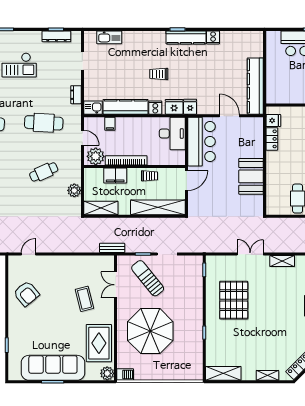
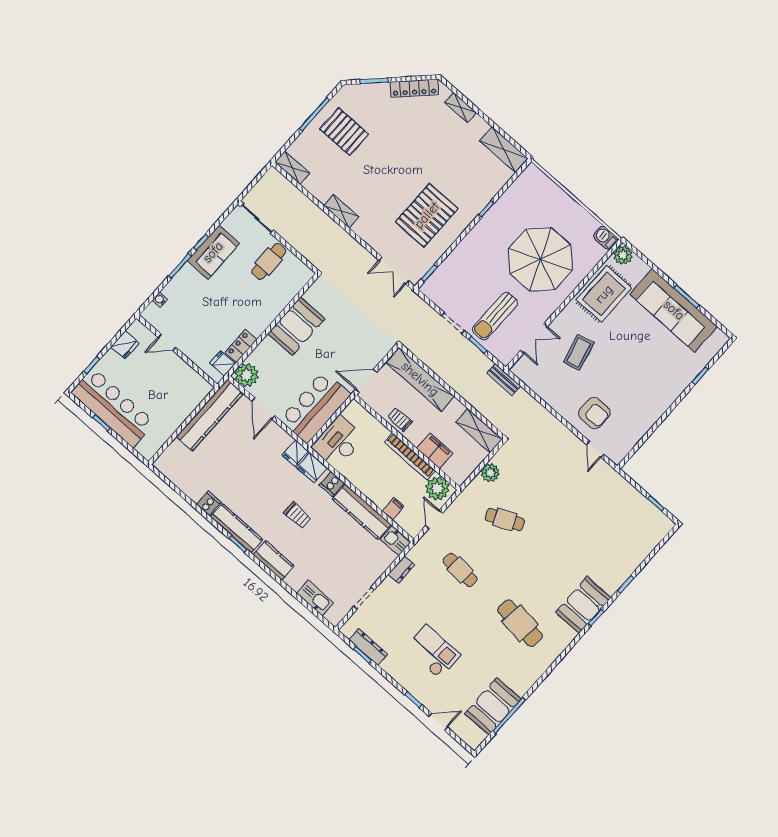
kitchen counter: (150, 38) -> (274, 560), added
cafe table: (44, 123) -> (460, 570), width x0.73, depth x0.74
plant: (255, 126) -> (247, 375), added
door: (28, 254) -> (595, 449), hinge flipped
double door: (250, 254) -> (394, 270), moved
sun lounger: (148, 278) -> (495, 316), turned 39
armchair: (26, 294) -> (594, 413), moved, turned 130

